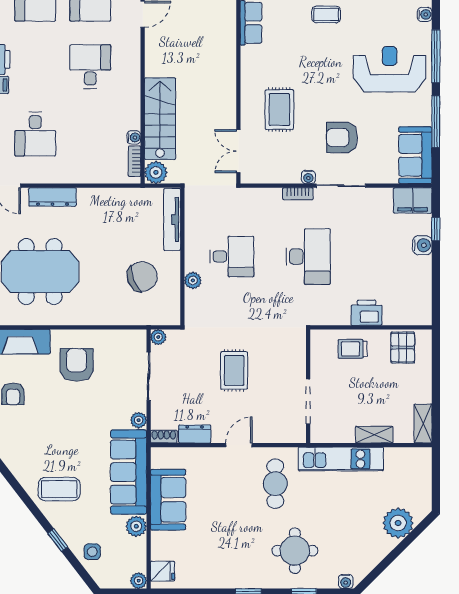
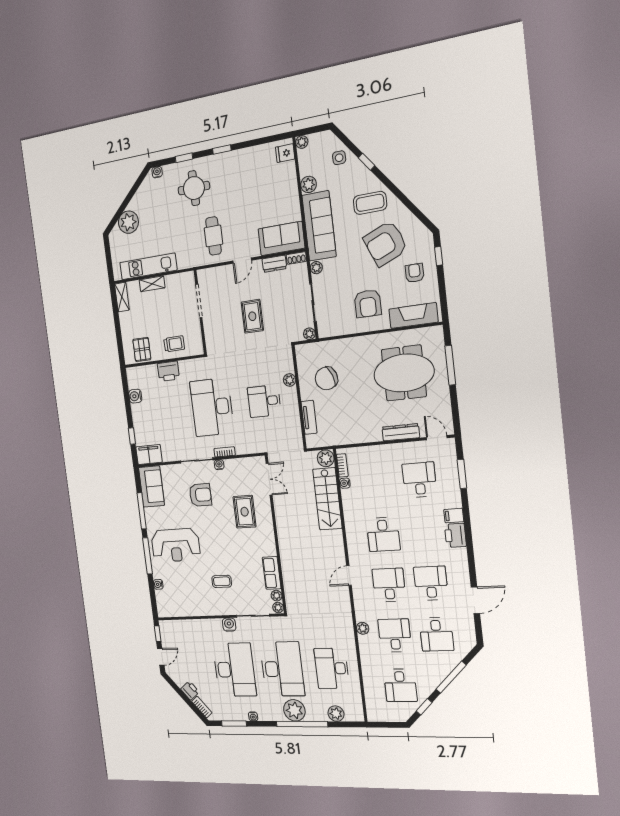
tv unit: (172, 220) -> (309, 417), width x0.71
water cooler: (422, 245) -> (135, 396), moved
desk: (308, 257) -> (212, 407), width x1.36, depth x1.30
armchair: (45, 436) -> (385, 243), added
kitchen unit: (341, 459) -> (148, 266), moved
sofa: (168, 500) -> (281, 239), moved, turned 90

